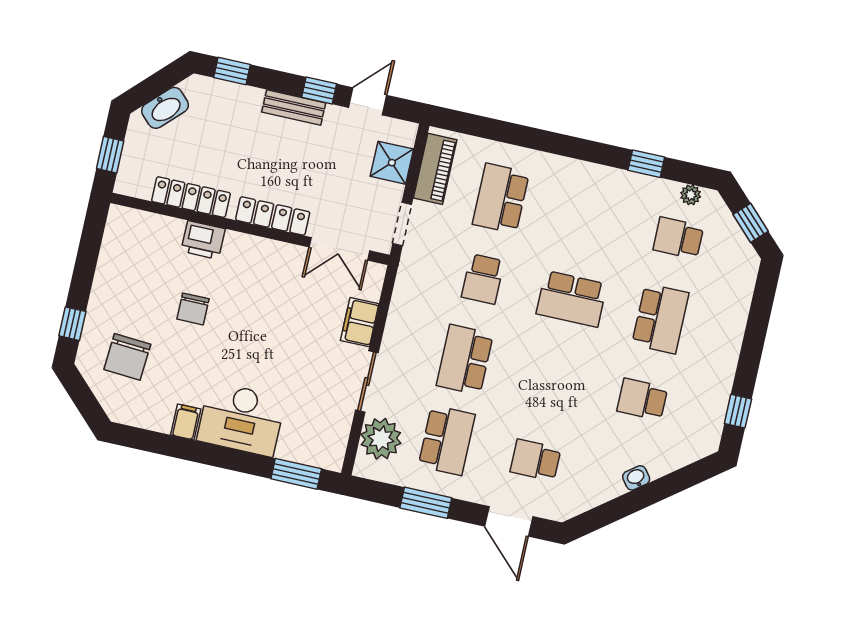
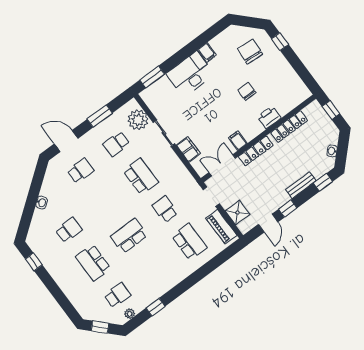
bench: (294, 107) -> (301, 185), moved
washbasin: (165, 108) -> (332, 151), width x0.52, depth x0.69
filing cabinet: (281, 258) -> (238, 141), added
school desk: (447, 440) -> (116, 144), width x0.54

